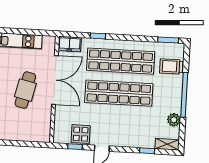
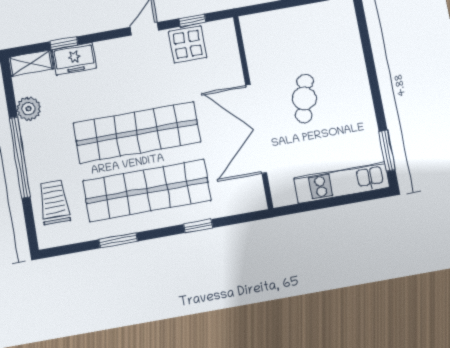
window: (168, 40) -> (118, 240), moved
freezer: (70, 44) -> (74, 59), moved, turned 180
trolley: (171, 66) -> (54, 202), turned -90
cafe table: (25, 90) -> (304, 98), width x0.73, depth x0.74

